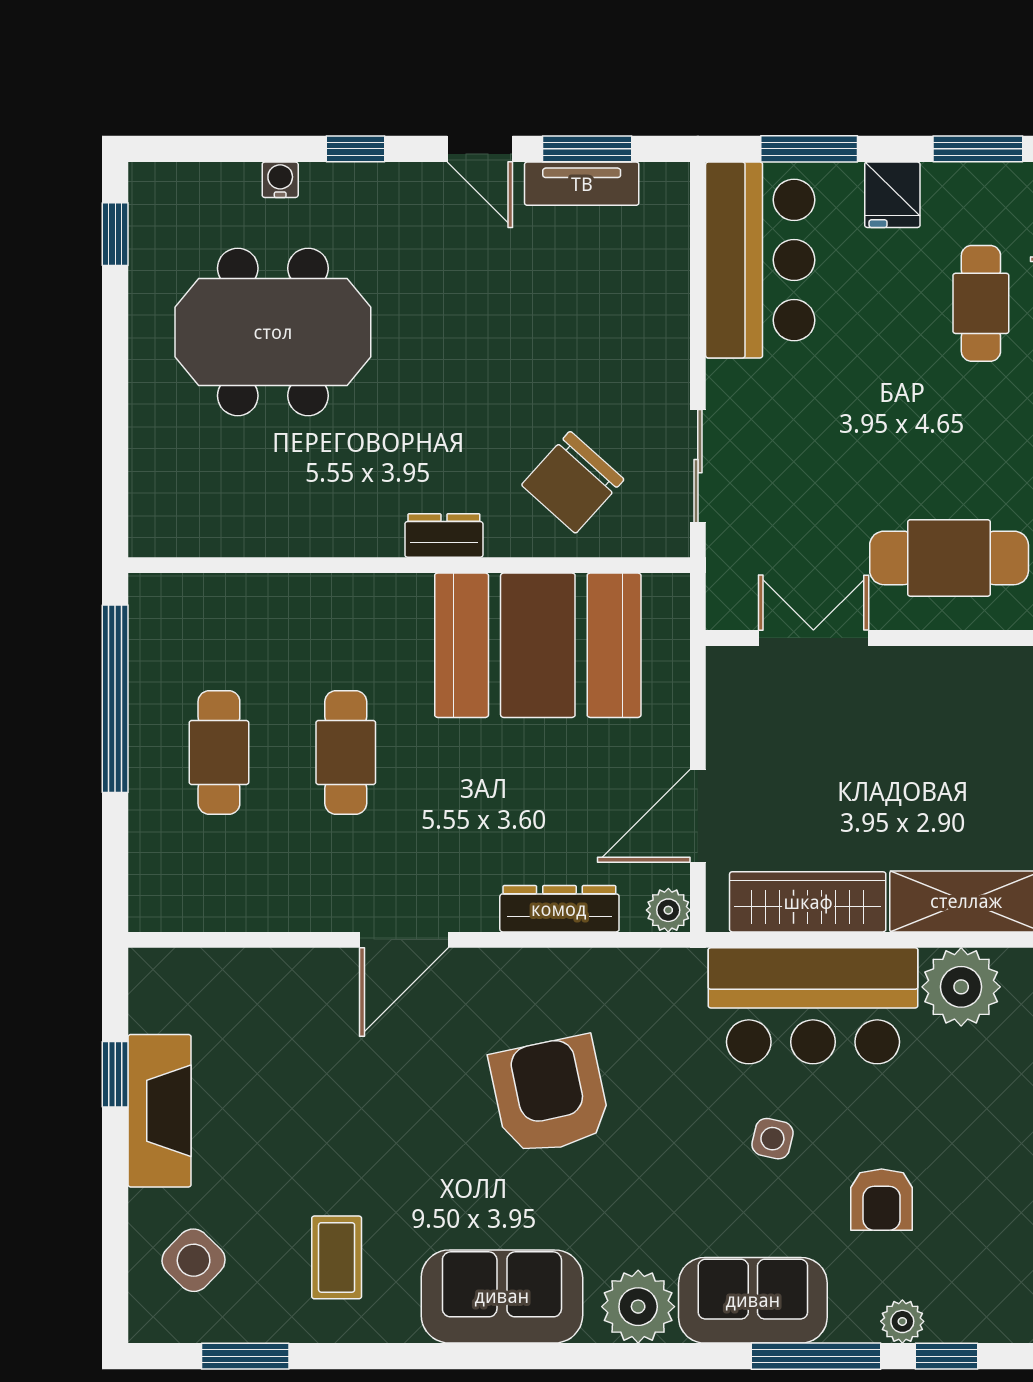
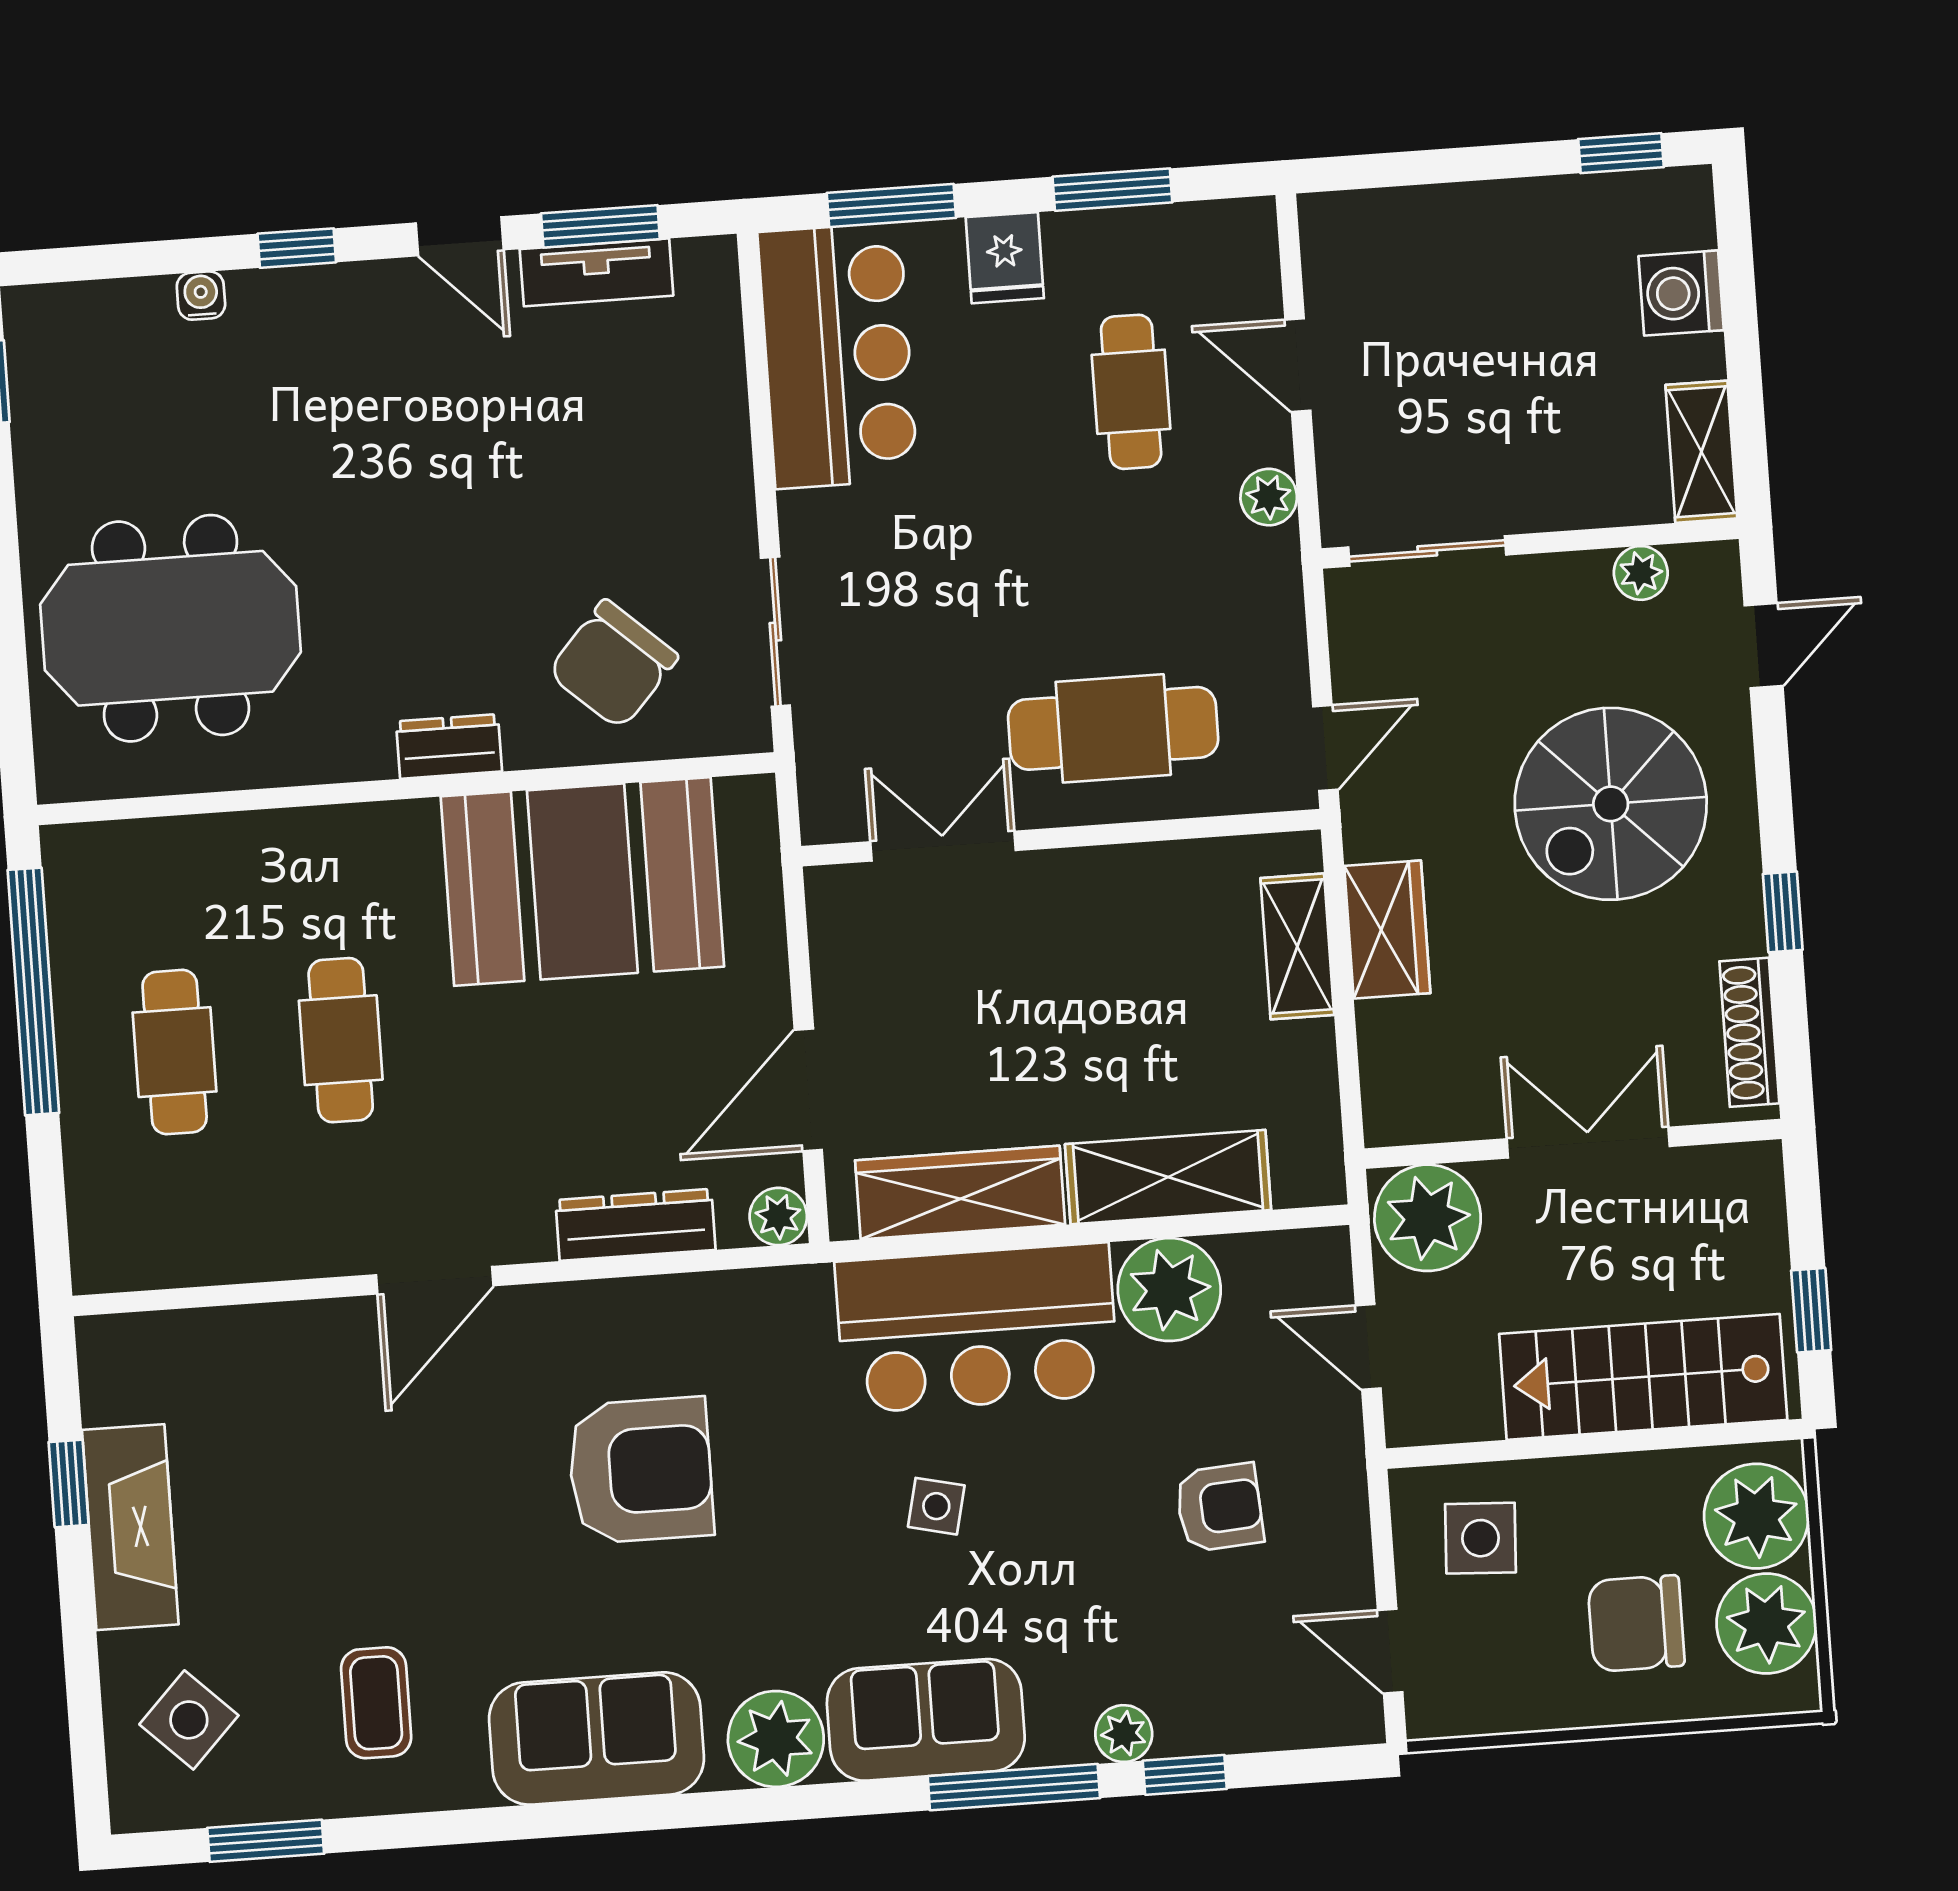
meeting table: (273, 332) -> (171, 628), moved
armchair: (550, 1095) -> (641, 1470), turned 102
armchair: (882, 1200) -> (1219, 1507), moved, turned -94

